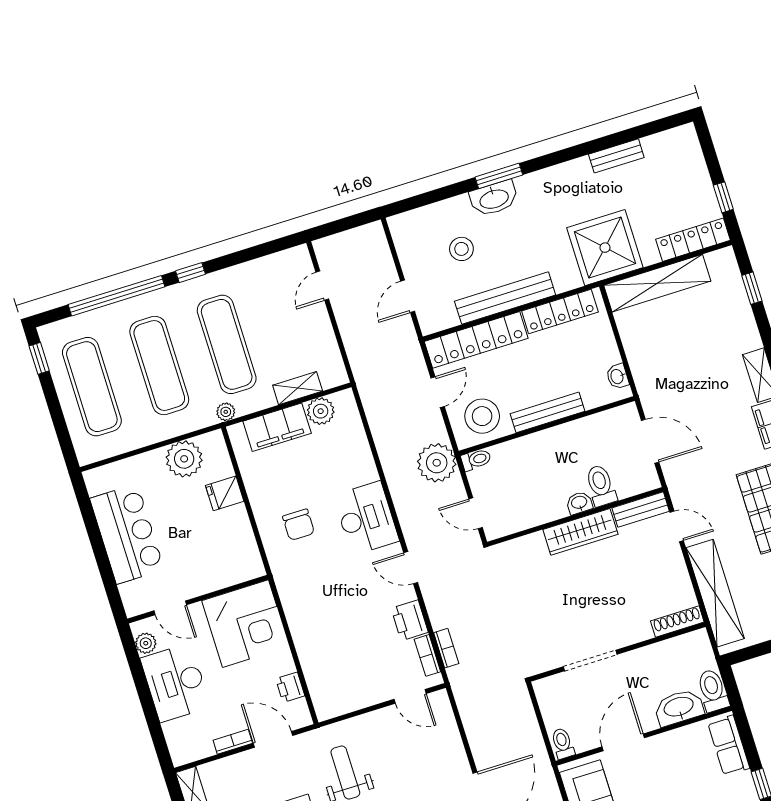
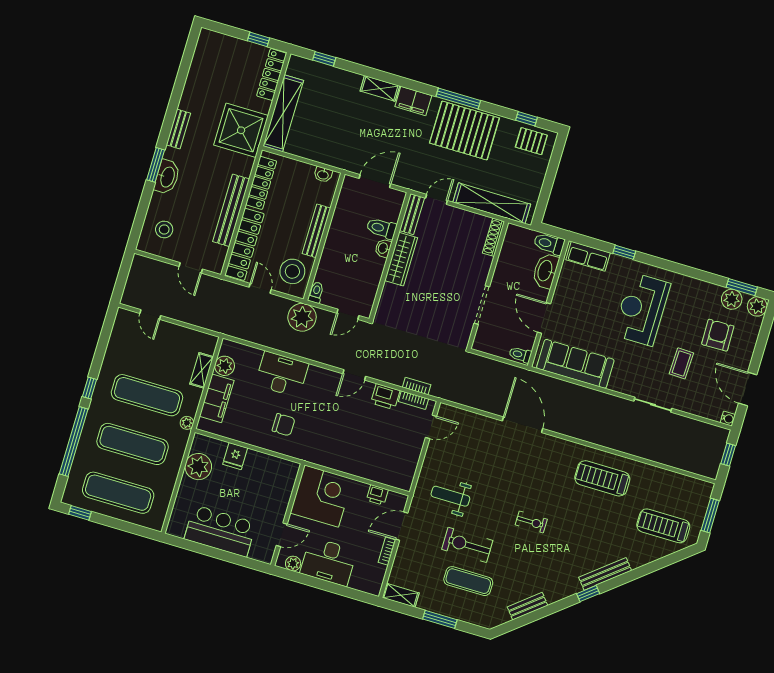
bench: (616, 156) -> (178, 129), moved
stool: (461, 249) -> (164, 229), moved
desk: (366, 518) -> (282, 374), moved

